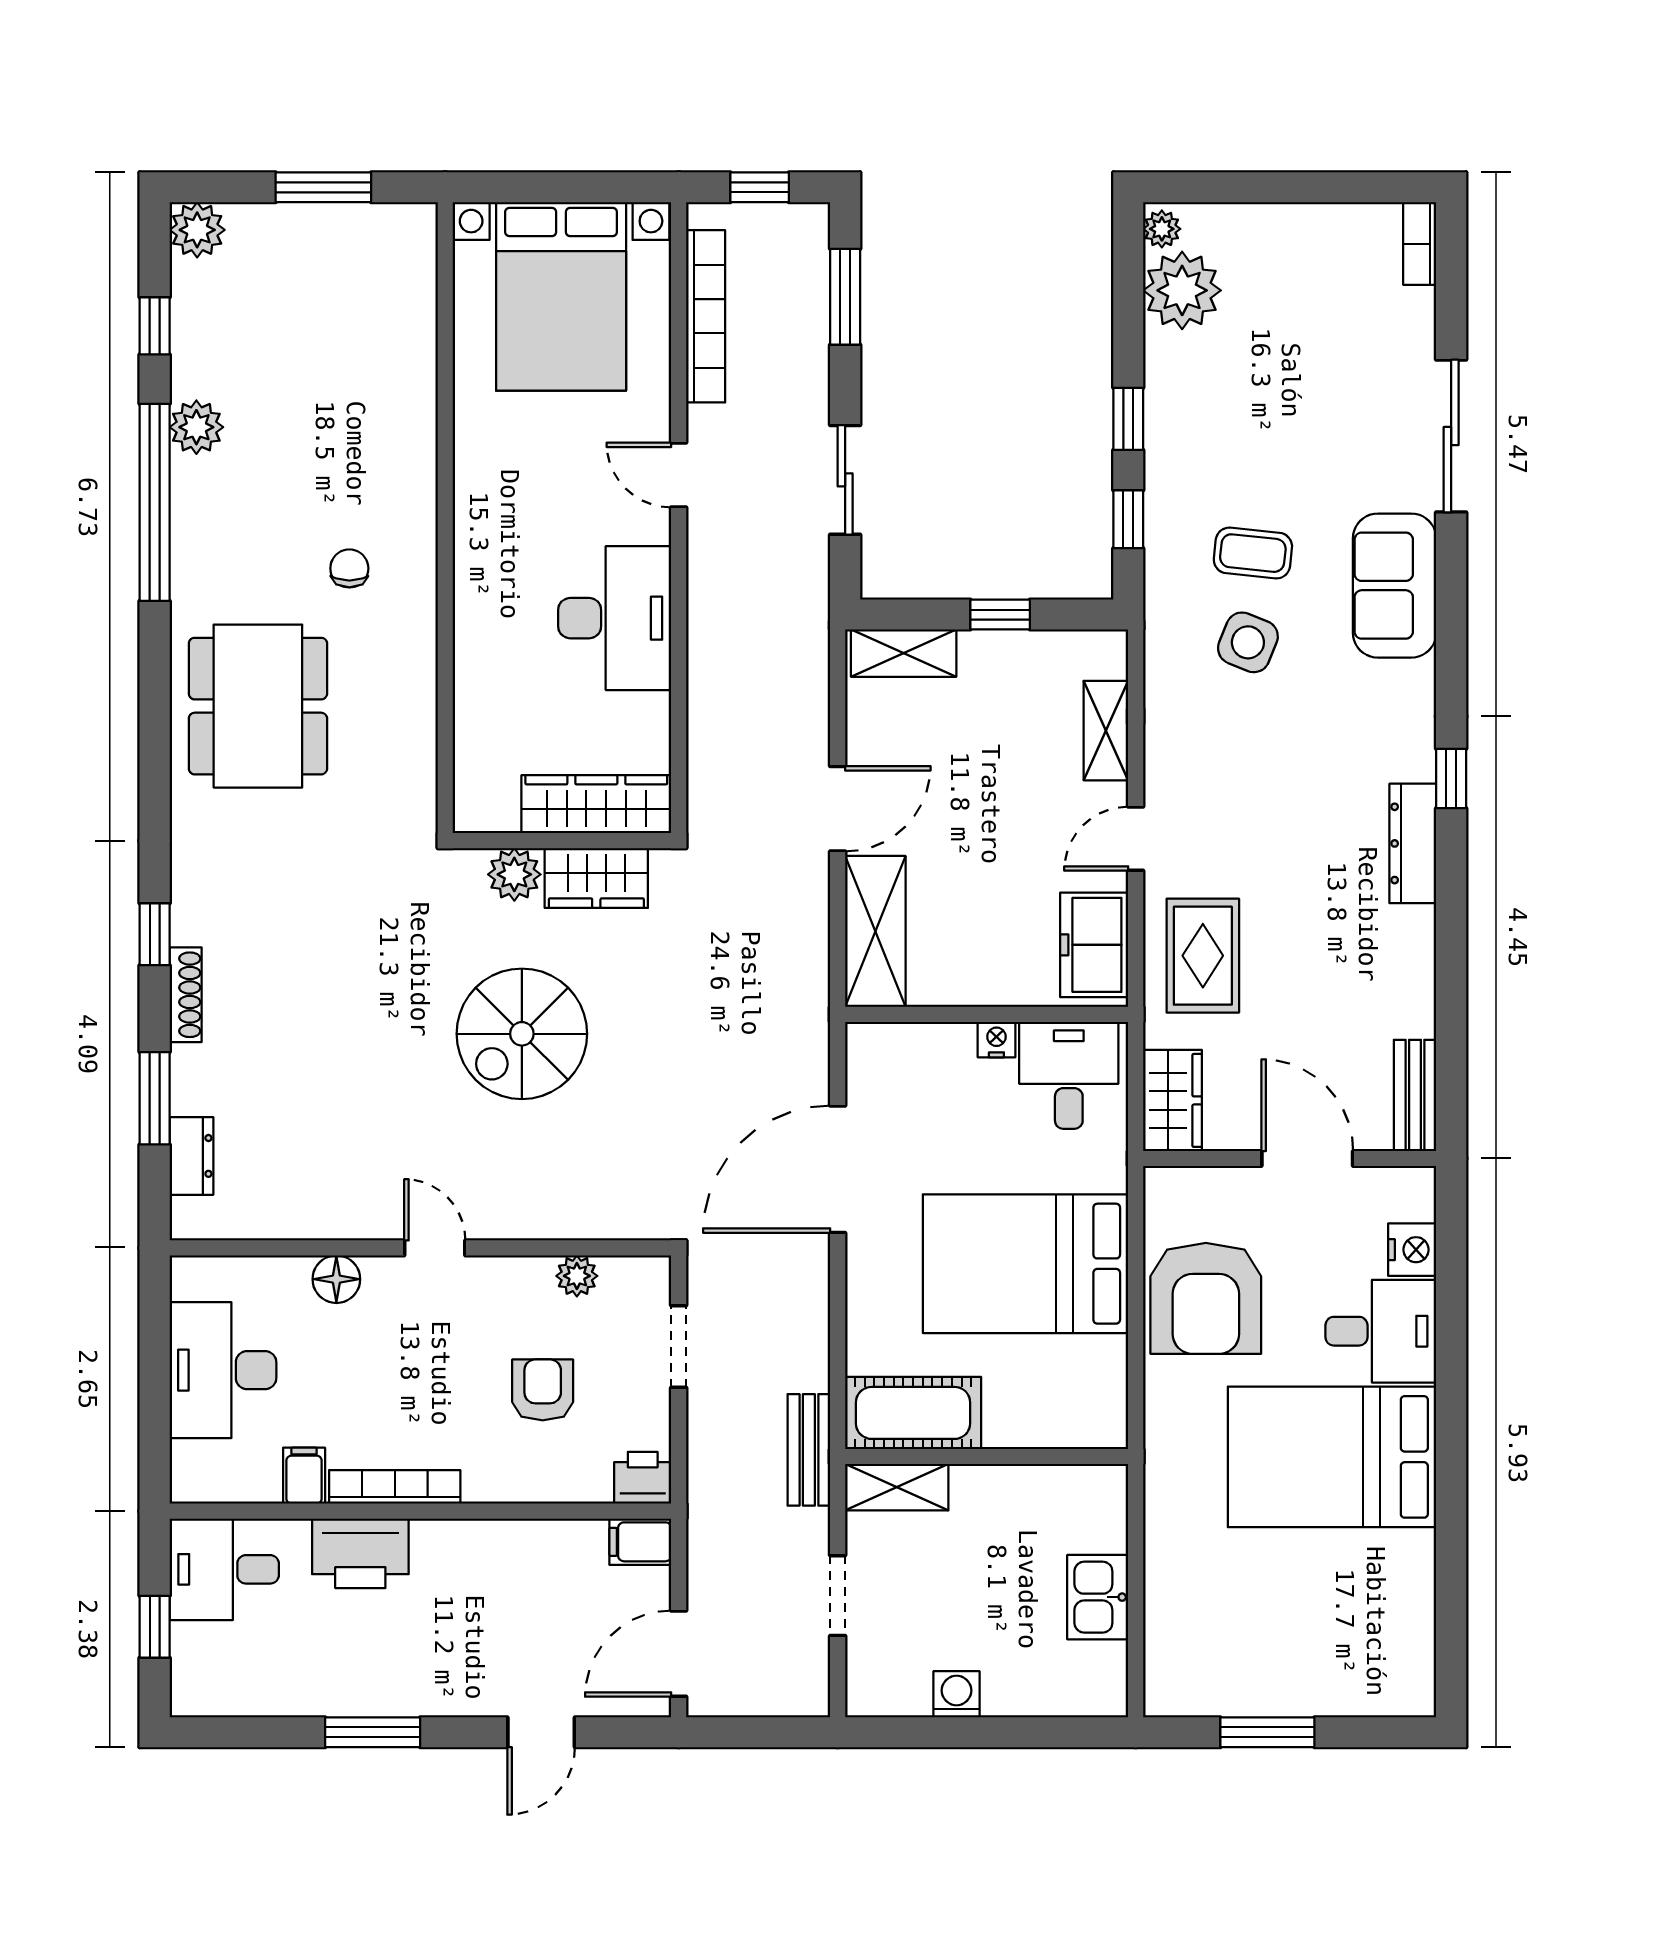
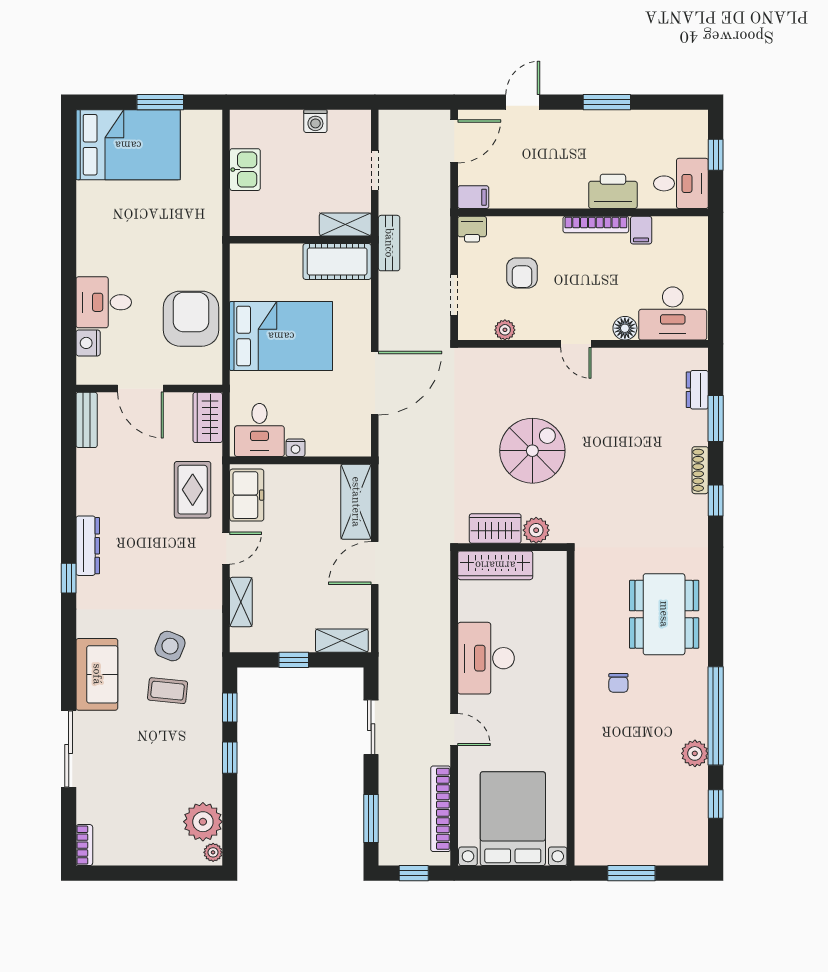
plant: (197, 230) -> (694, 852), removed
desk: (223, 1370) -> (673, 313), moved, turned 90
bed: (1332, 1457) -> (128, 145), moved

